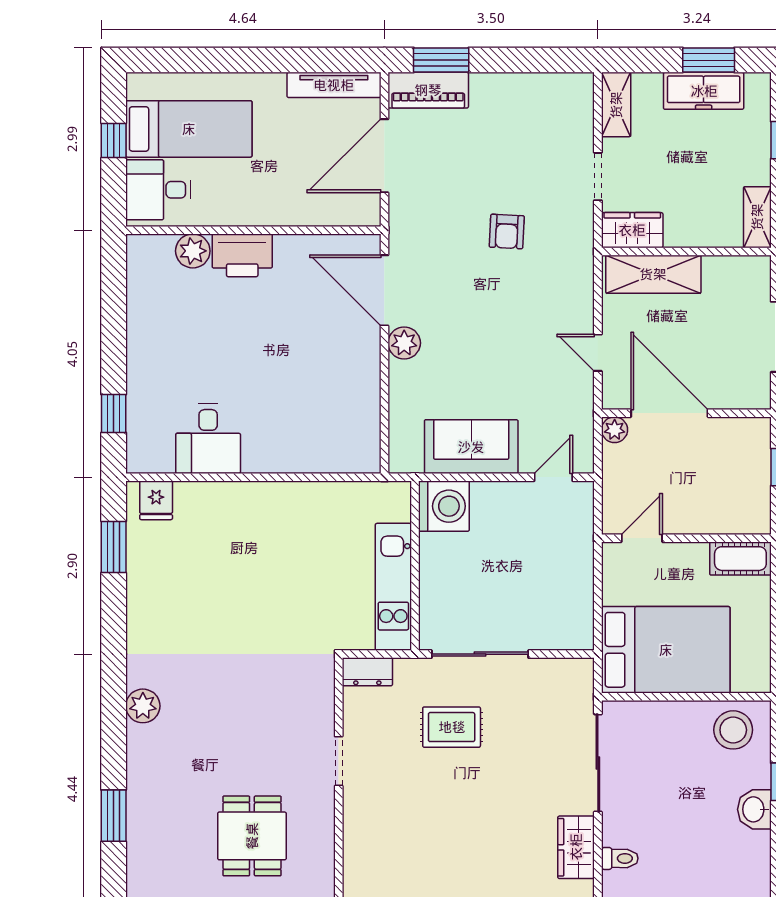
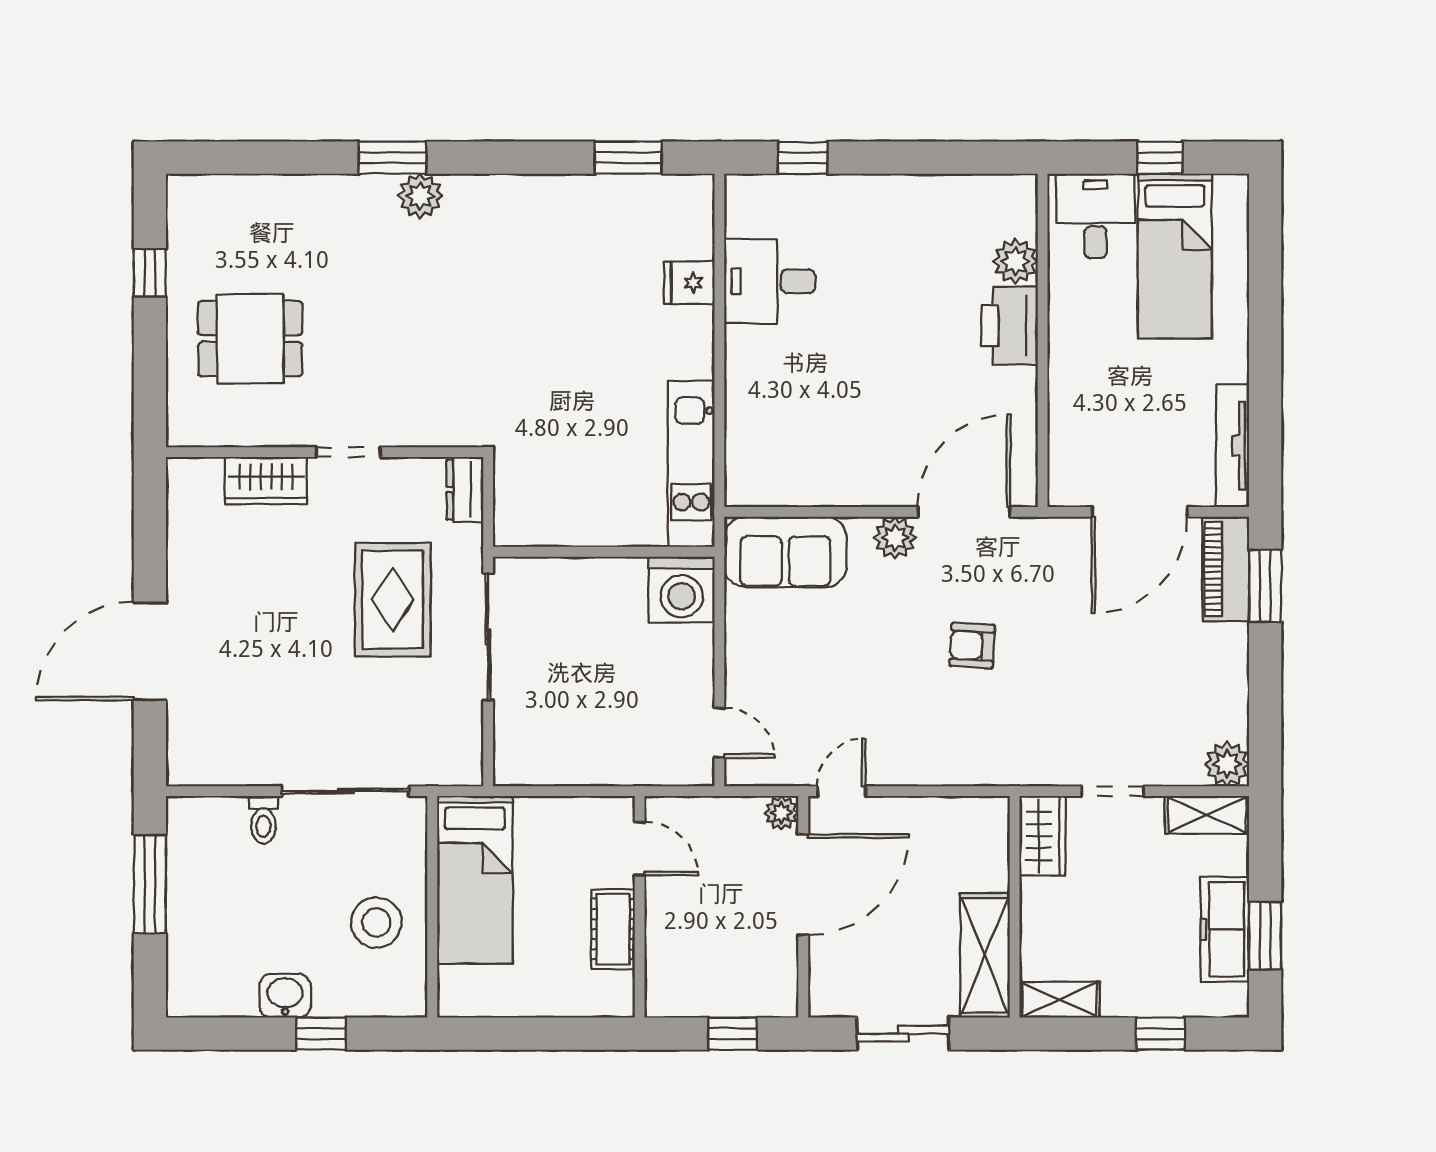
plant: (577, 89) -> (1227, 764), added
door: (384, 156) -> (1140, 512), swing flipped
armchair: (507, 231) -> (972, 646), moved
shelving: (653, 274) -> (985, 955), moved
door: (598, 353) -> (841, 791), moved
sofa: (471, 447) -> (785, 552), moved, turned 90
fridge: (156, 500) -> (689, 283), moved
cot: (740, 559) -> (613, 929), moved
kitchen unit: (393, 587) -> (691, 464), moved, turned -90
bed: (666, 650) -> (475, 880), width x0.67
rug: (452, 727) -> (393, 600), width x1.36, depth x1.43
stool: (733, 730) -> (376, 922), moved
window: (114, 816) -> (392, 158), moved
wardrobe: (576, 847) -> (266, 481), moved, turned 180
toilet: (620, 858) -> (263, 820), moved

